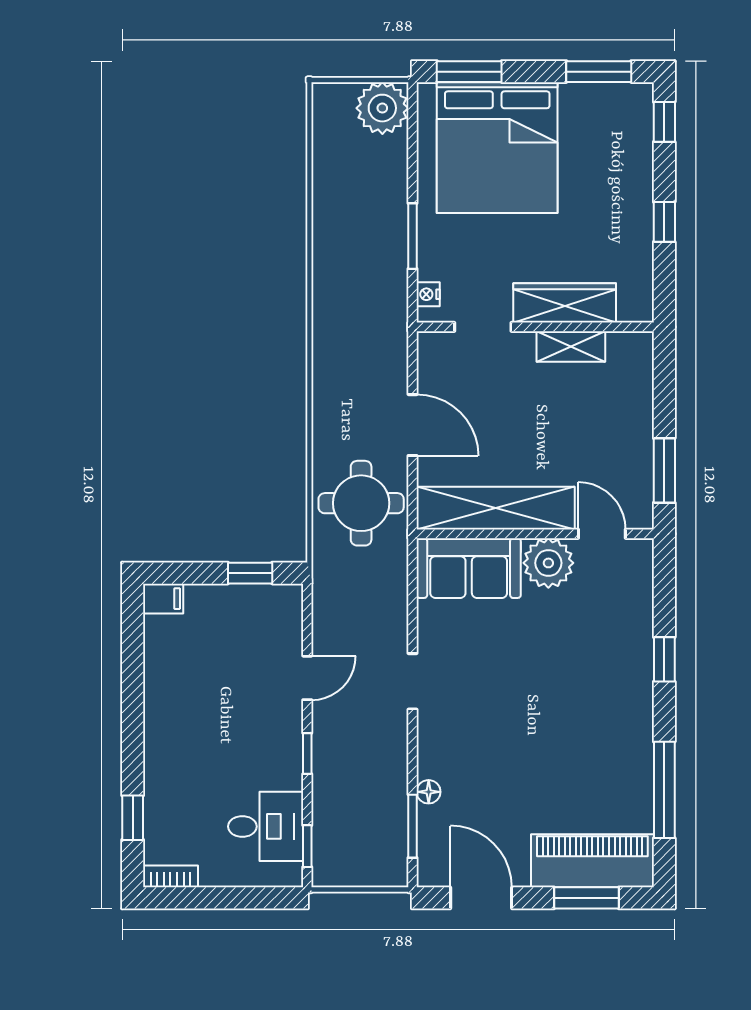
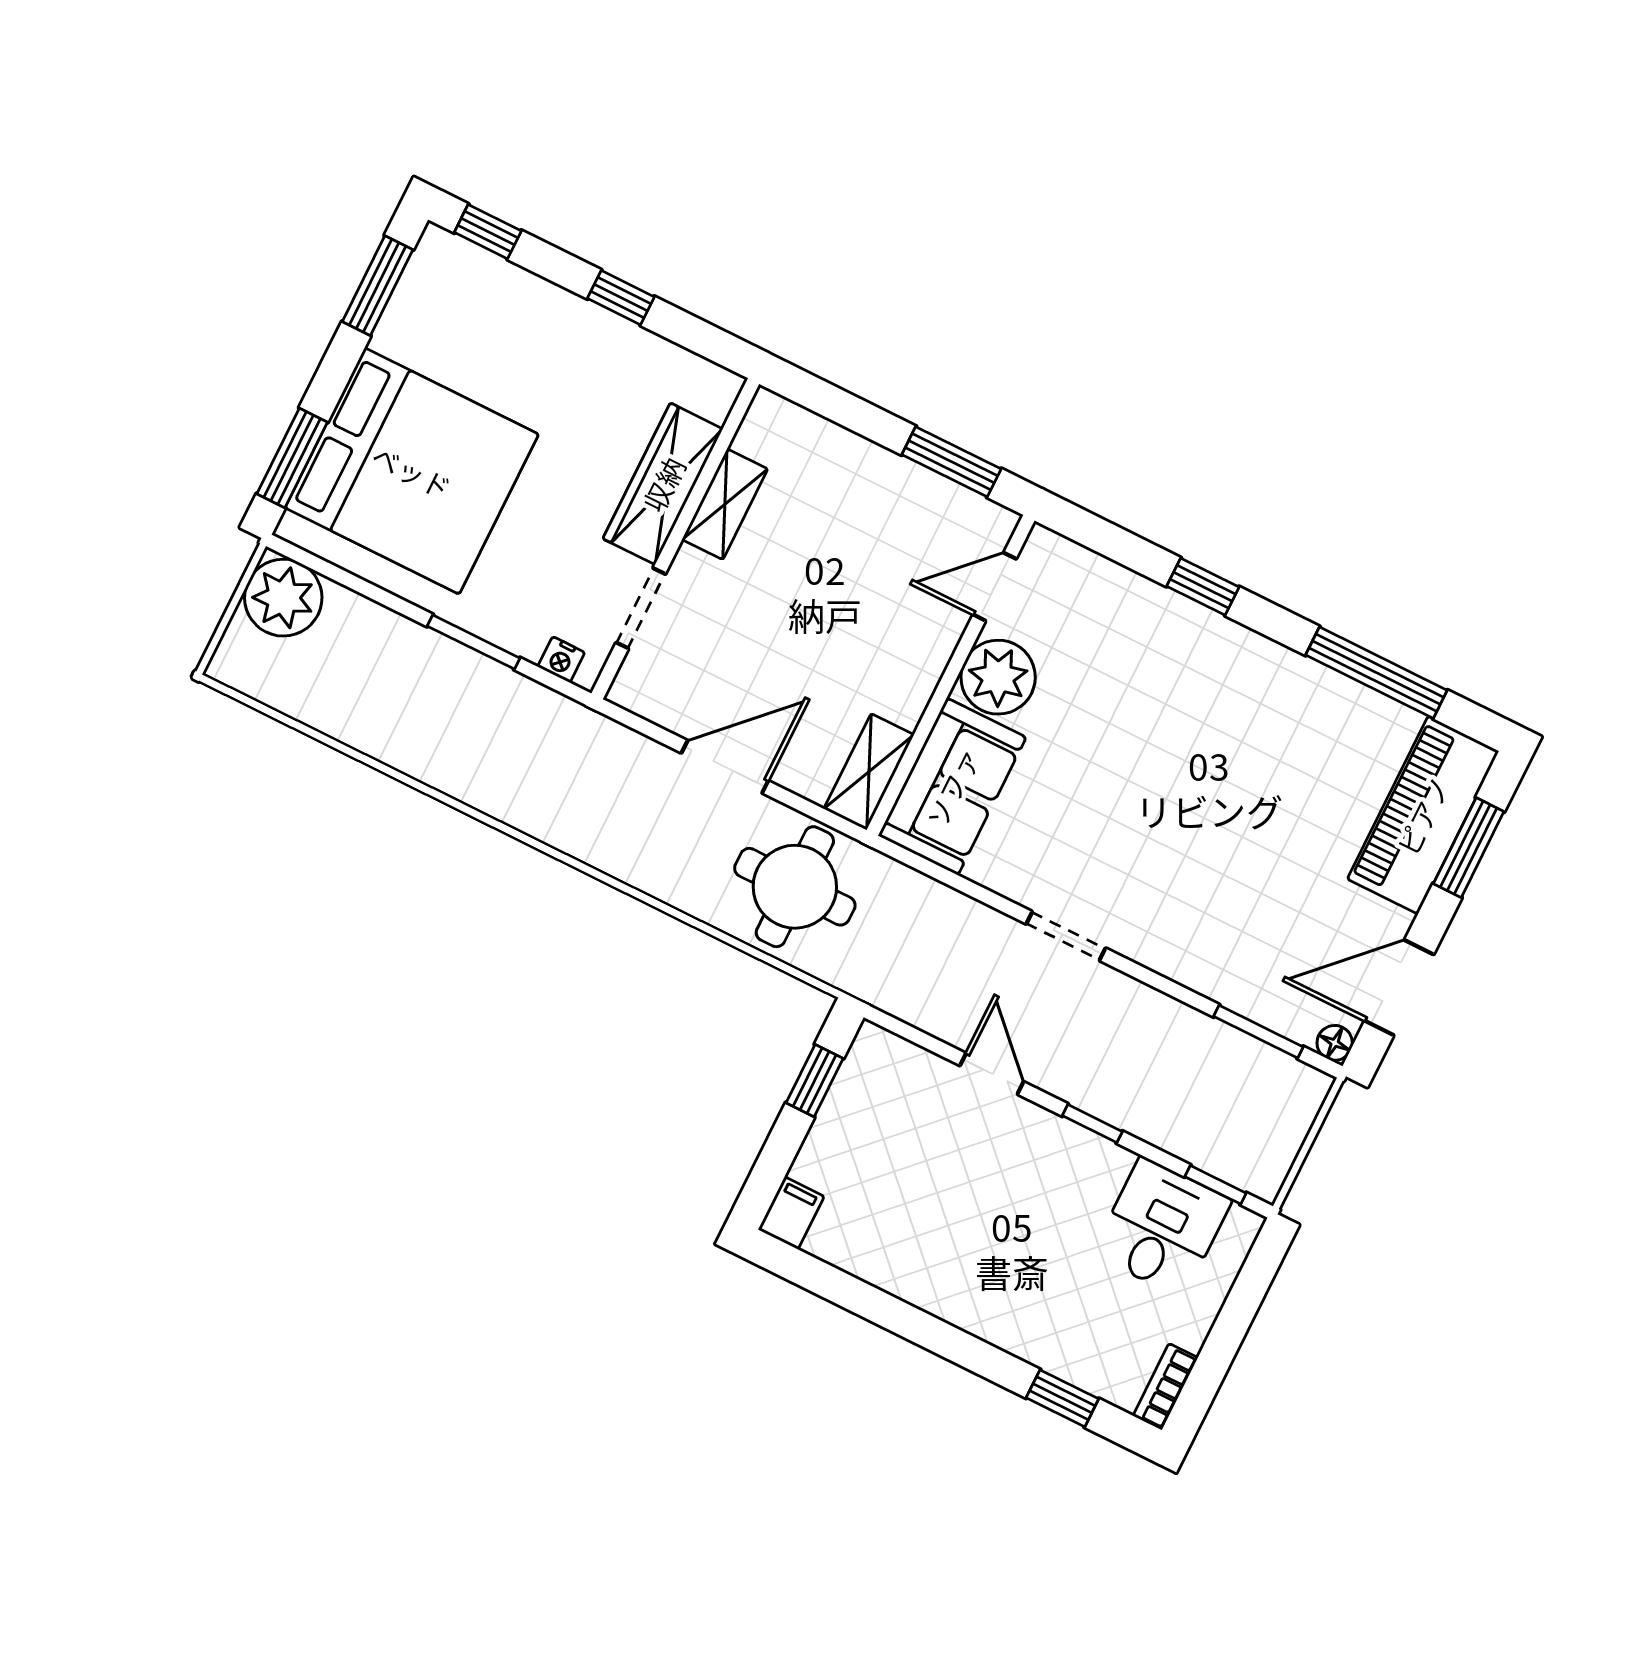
shelving: (496, 508) -> (869, 772), width x0.45, depth x0.75
floor lamp: (429, 792) -> (1335, 1043), moved

